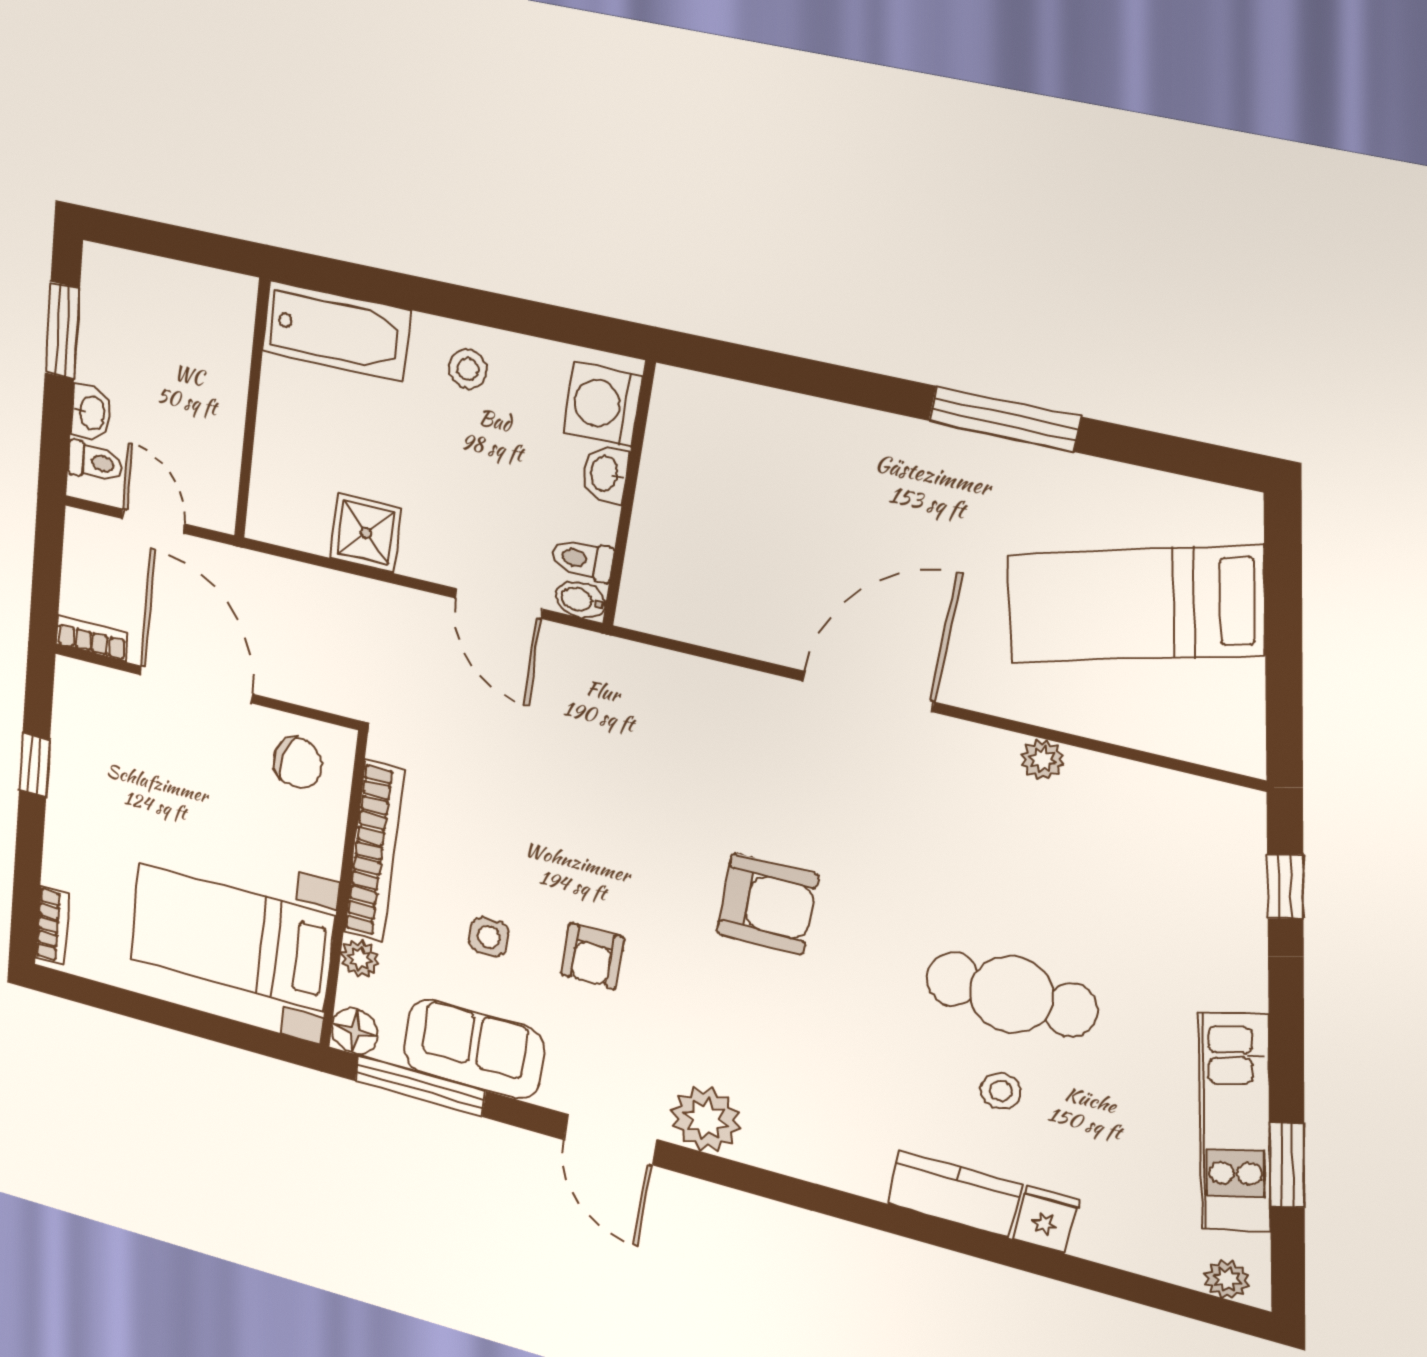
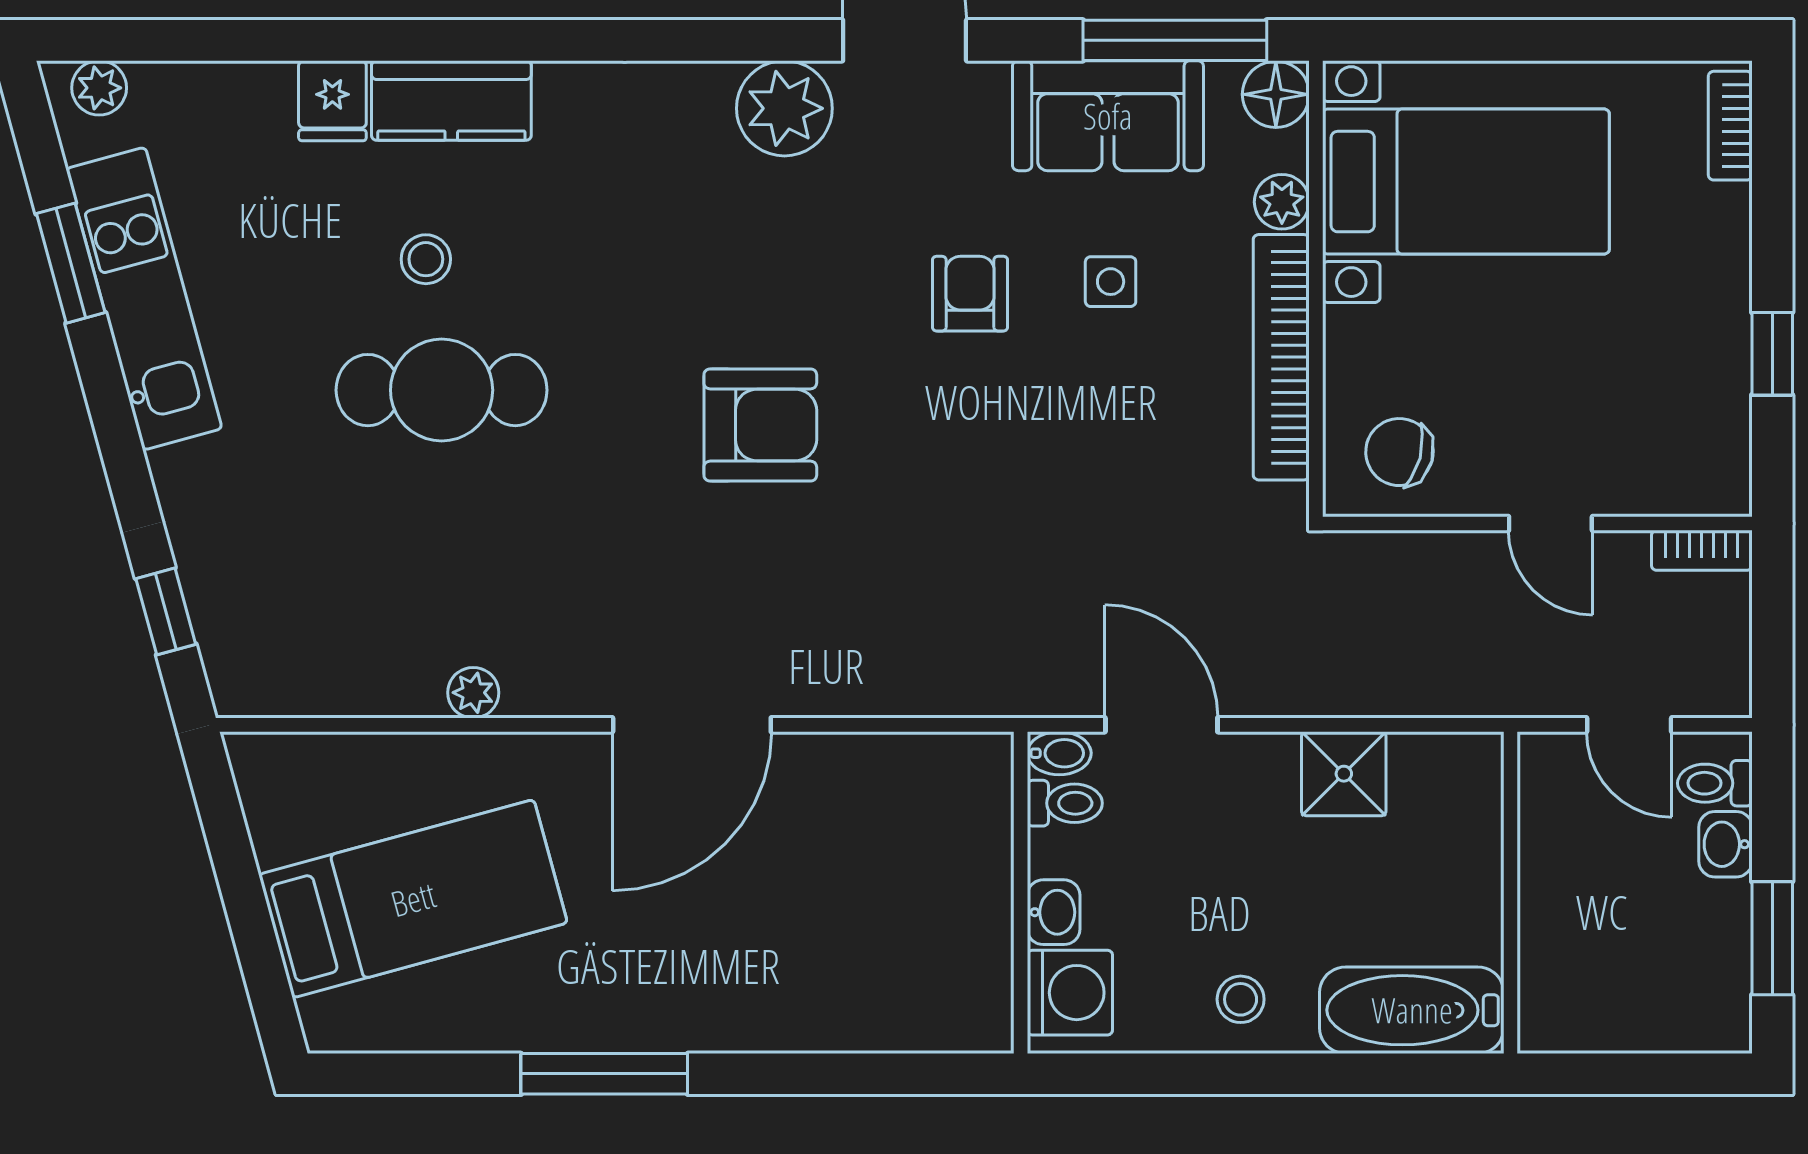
door: (196, 684) -> (1550, 524), width x0.53
armchair: (767, 904) -> (760, 425), turned 180

